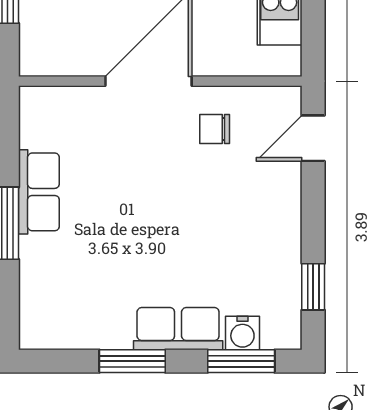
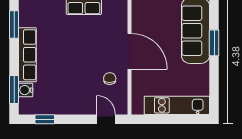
row of seats: (178, 329) -> (27, 55), width x1.48
window: (132, 361) -> (14, 24), moved

